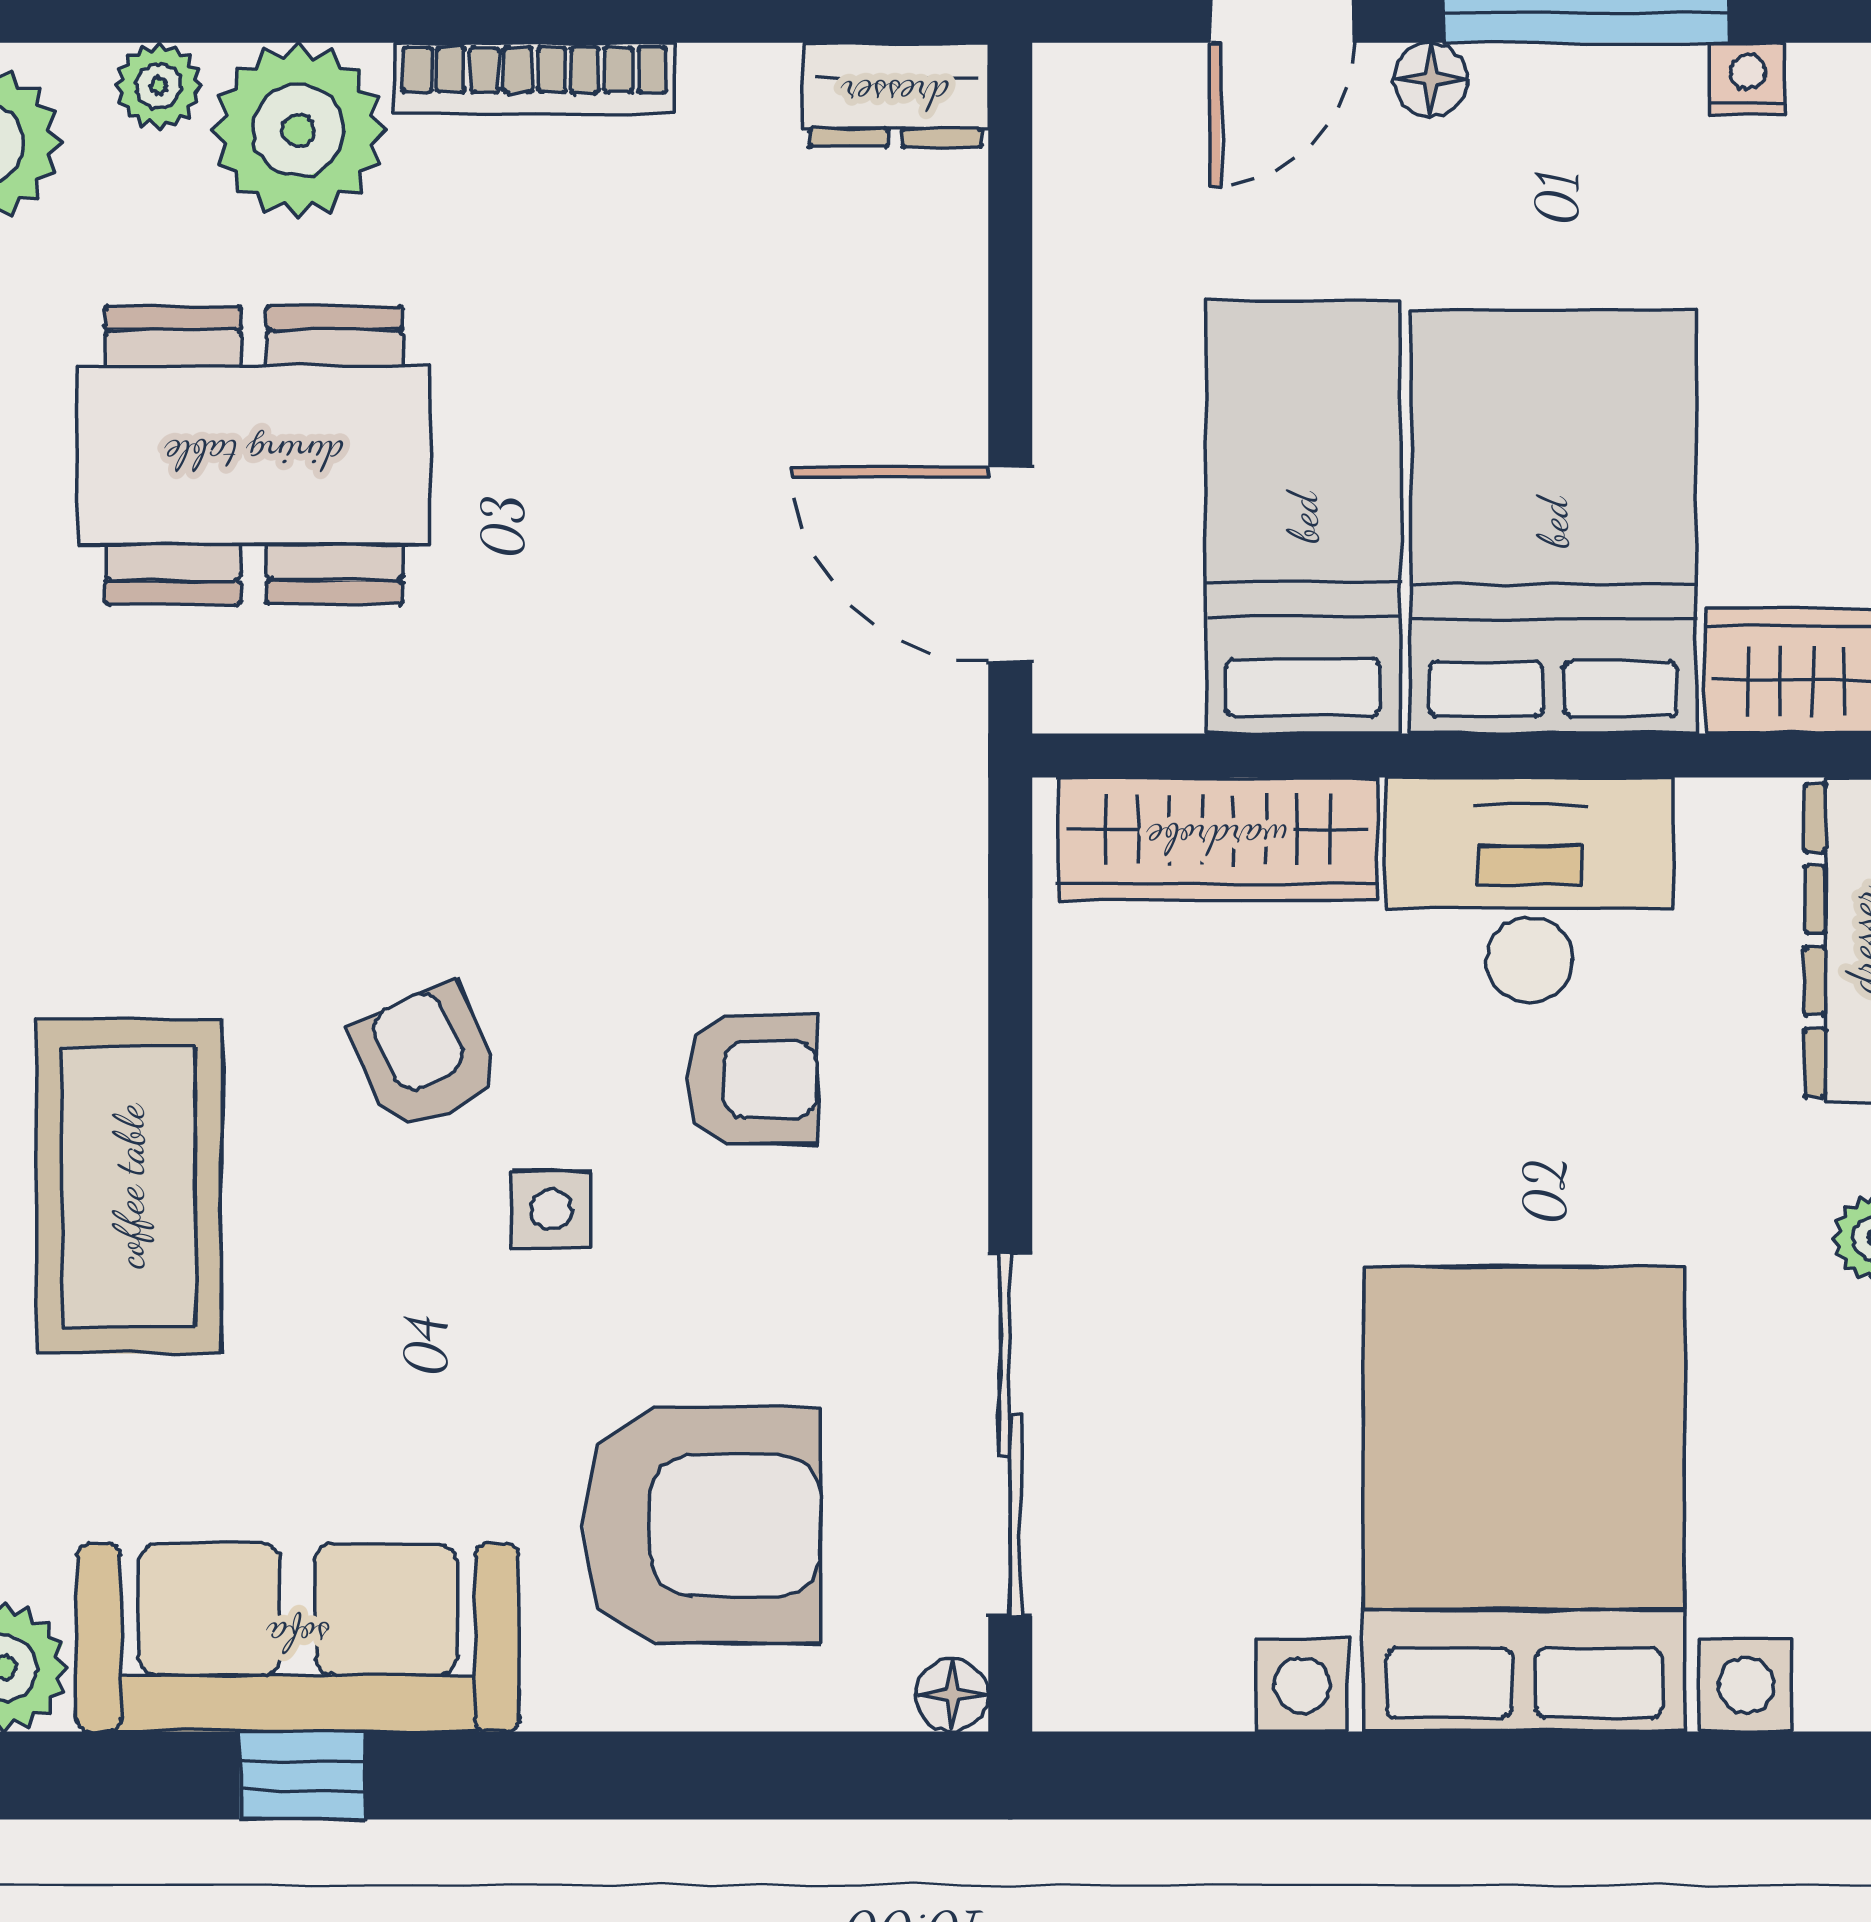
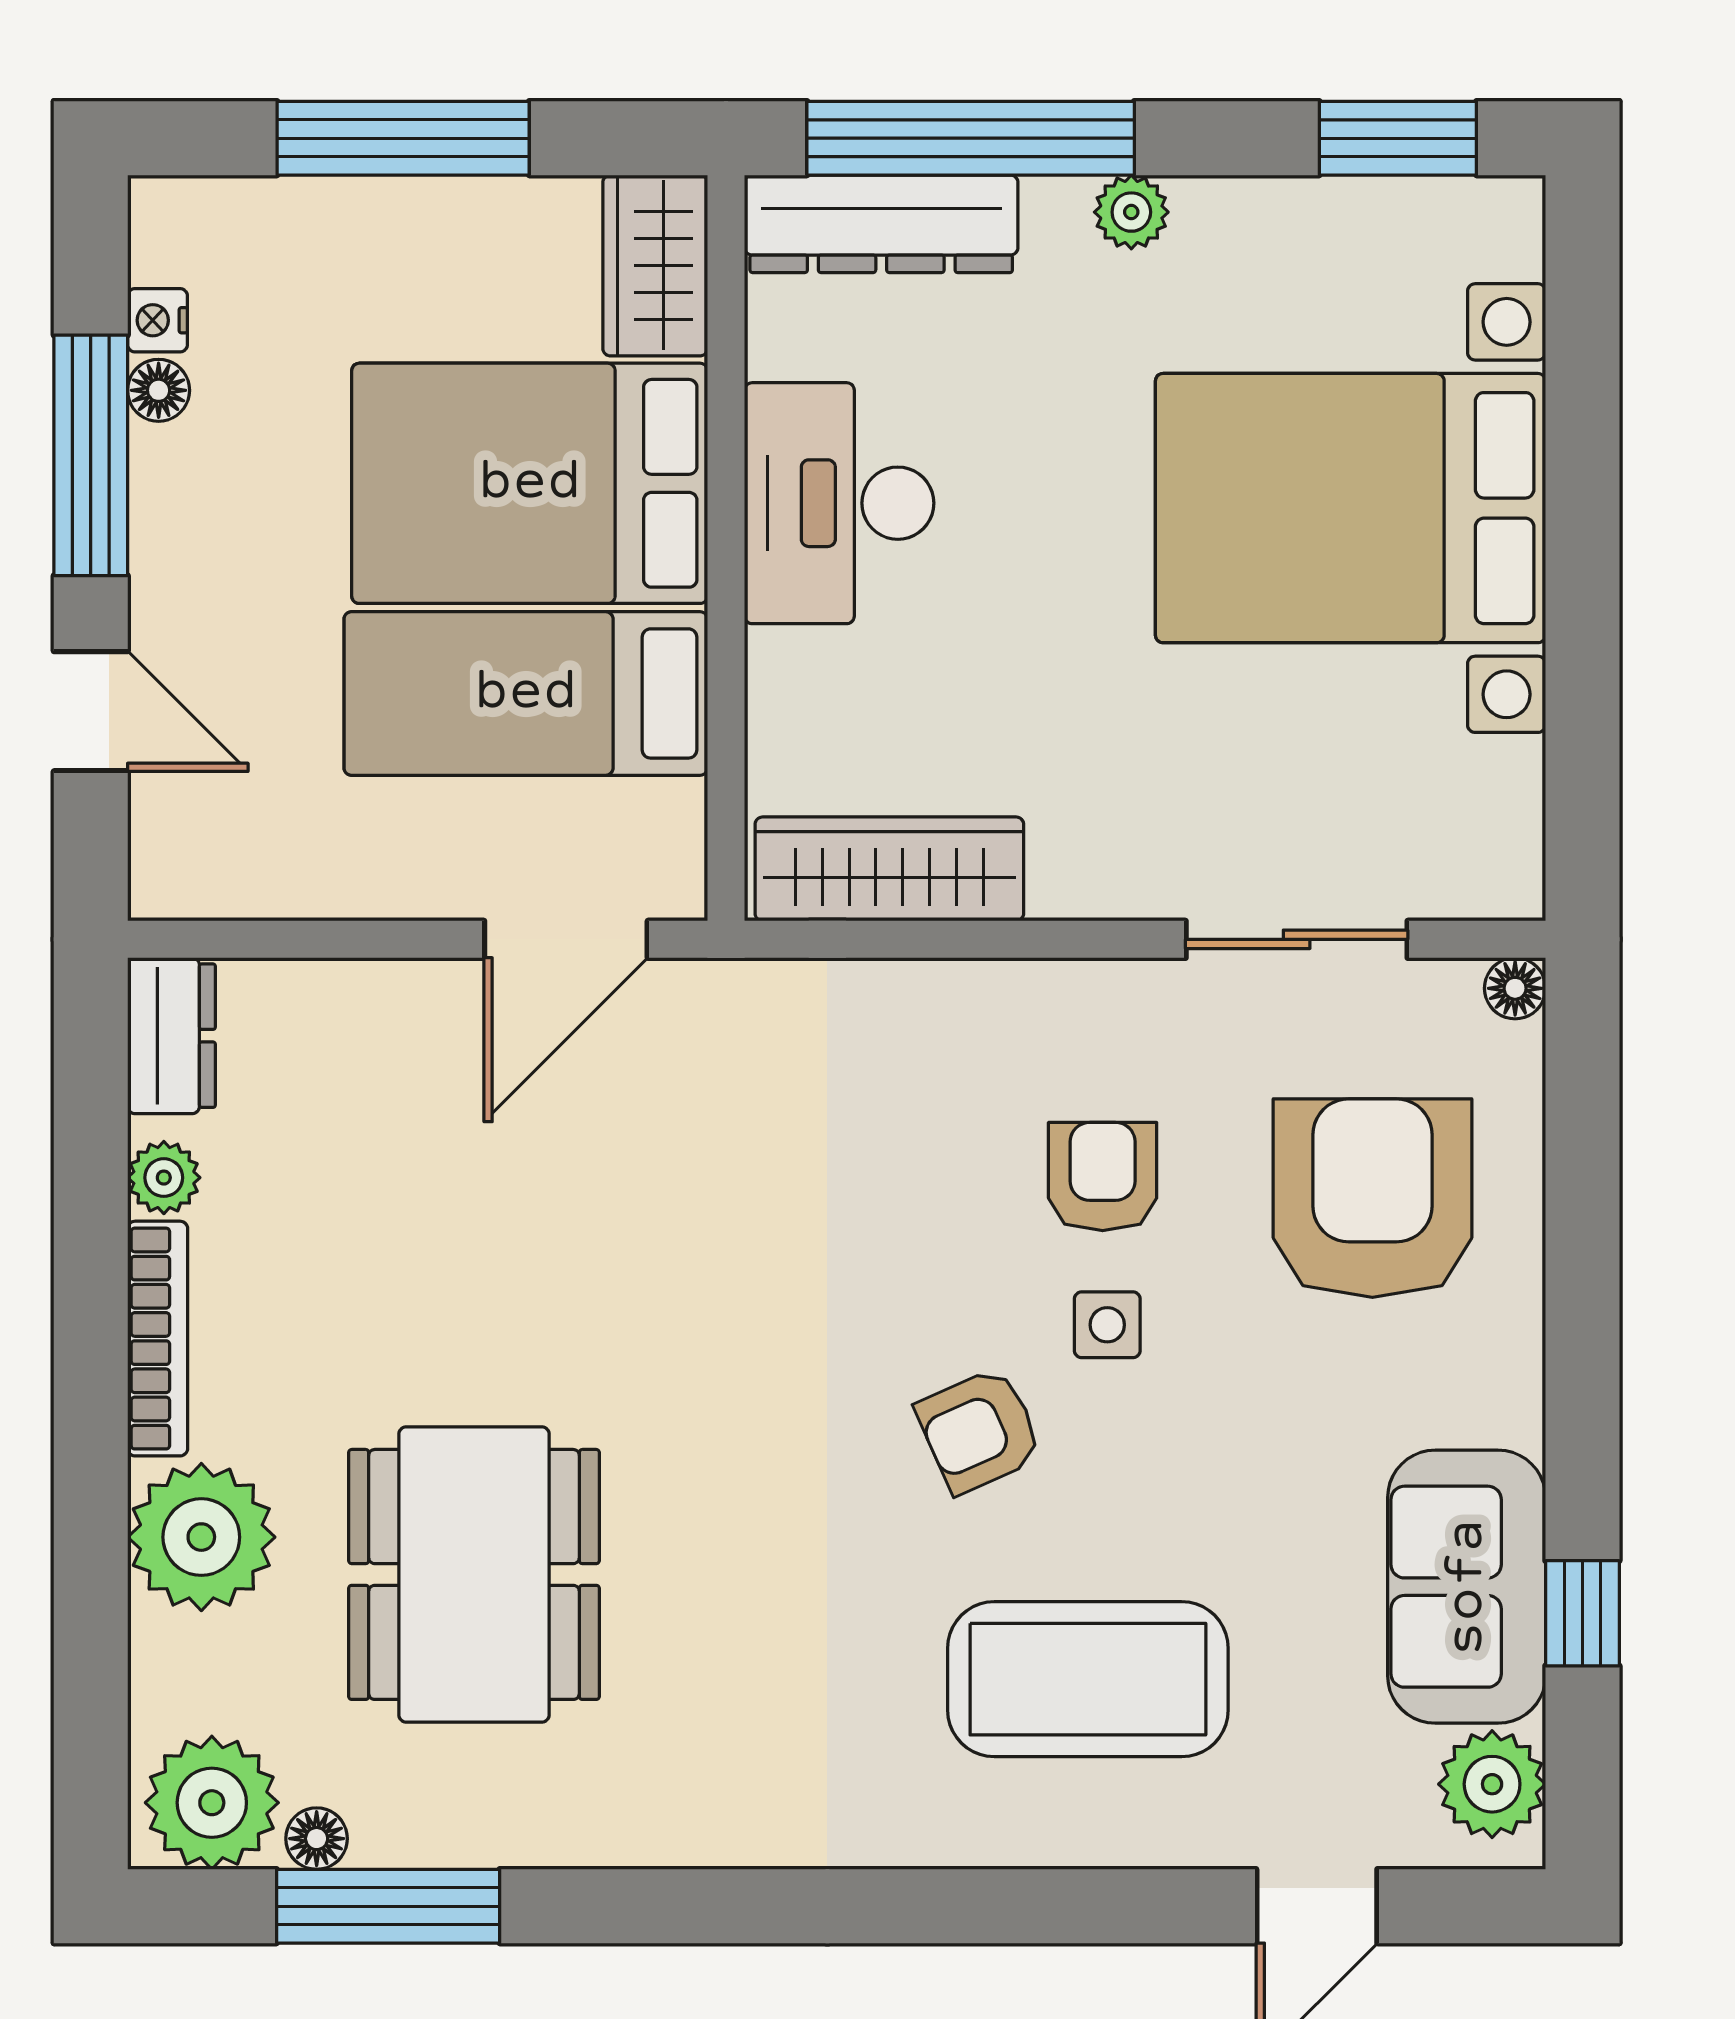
floor lamp: (1431, 79) -> (159, 390), moved
plant: (159, 86) -> (164, 1178), moved
wardrobe: (1217, 839) -> (889, 869), moved, turned -90
armchair: (753, 1080) -> (1103, 1177), moved
sliding door: (1010, 1435) -> (1297, 939), width x0.73
sofa: (298, 1637) -> (1467, 1587), width x0.73
window: (302, 1775) -> (1582, 1613), moved

